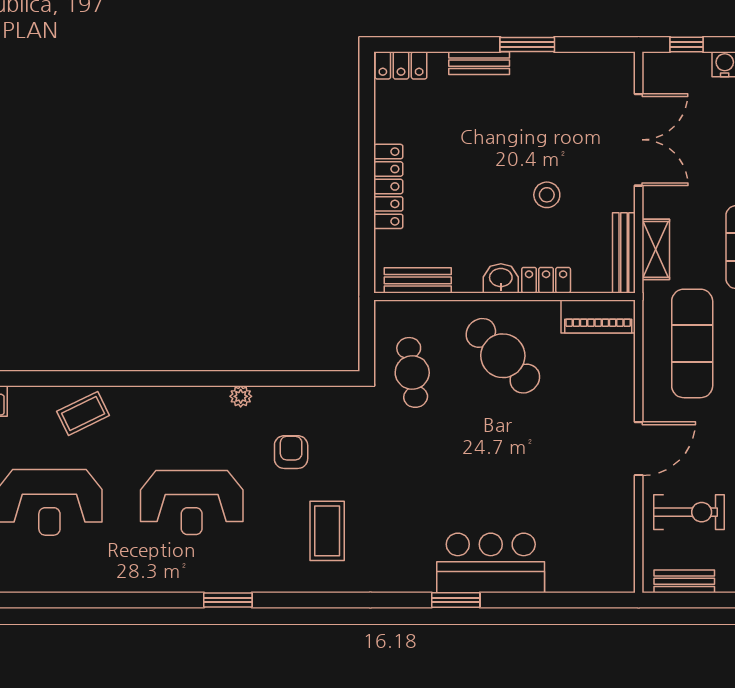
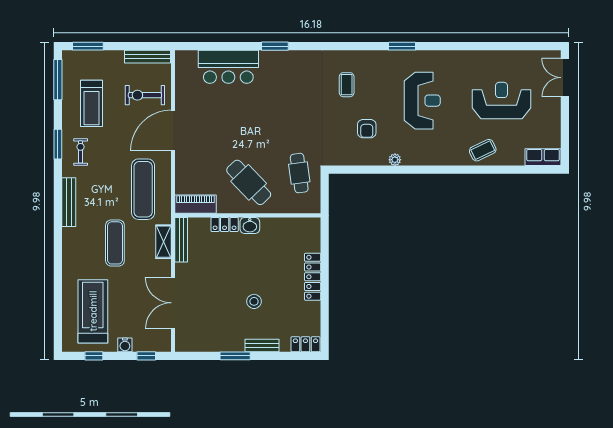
stool: (547, 195) -> (254, 301), moved
bench: (418, 280) -> (296, 224), removed
door: (639, 449) -> (173, 131), width x1.36
reception desk: (192, 502) -> (422, 101), turned 90
coffee table: (327, 531) -> (347, 85), width x0.73, depth x0.77
bar counter: (491, 563) -> (228, 67), moved
bench: (684, 581) -> (148, 57), width x1.36

